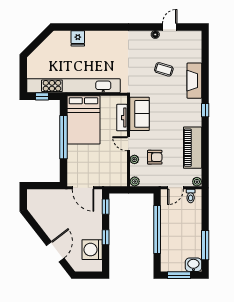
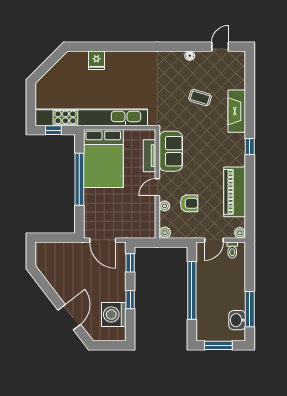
door: (170, 27) -> (220, 47), moved
door: (128, 144) -> (157, 187), hinge flipped
washbasin: (193, 265) -> (237, 320), moved, turned -90

